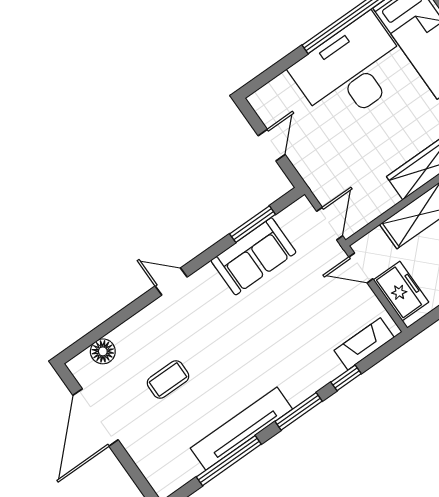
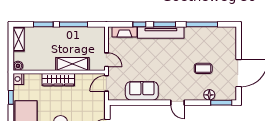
window: (253, 224) -> (221, 103), moved
freezer: (401, 291) -> (98, 41), removed
floor lamp: (103, 351) -> (209, 95), moved
tv unit: (241, 429) -> (161, 33), moved

